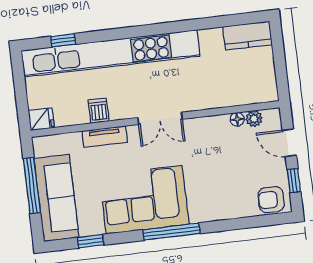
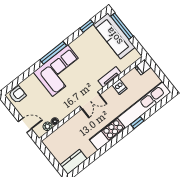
window: (63, 40) -> (137, 123), moved
double door: (160, 118) -> (90, 100), swing flipped
window: (294, 181) -> (12, 110), removed
window: (32, 186) -> (122, 26), moved
corner sofa: (144, 200) -> (60, 71), moved

